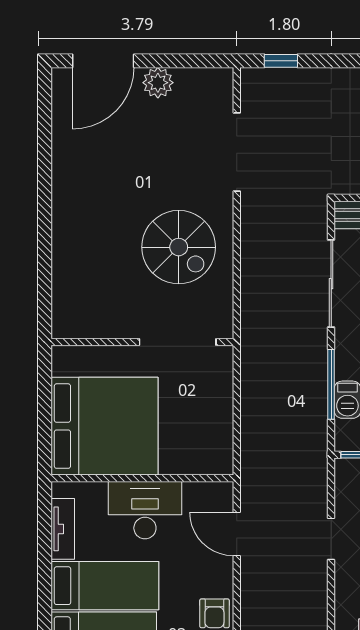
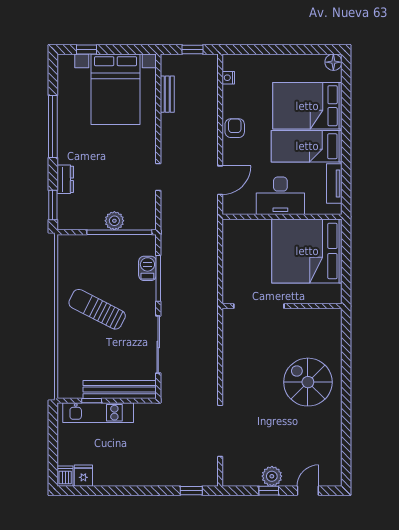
door: (103, 61) -> (308, 491), width x0.53
window: (163, 61) -> (269, 491), added
spiral stairs: (179, 247) -> (308, 382), moved
door: (237, 534) -> (220, 180), hinge flipped

